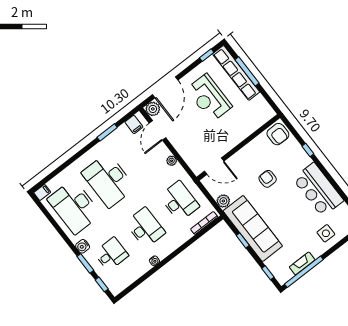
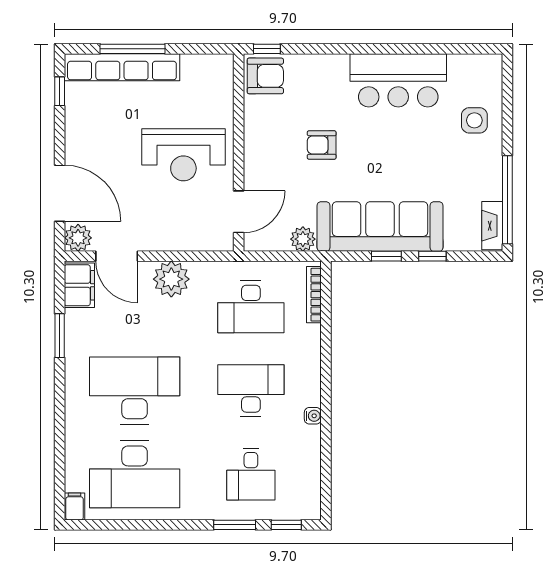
reception desk: (209, 98) -> (183, 155), moved
filing cabinet: (134, 124) -> (79, 285), width x2.00
window: (308, 150) -> (267, 49), moved
plant: (172, 161) -> (171, 279), width x1.87, depth x1.87
desk: (108, 180) -> (135, 391), turned 180
desk: (179, 201) -> (251, 307), turned 180
water cooler: (83, 246) -> (205, 509), removed
desk: (111, 254) -> (251, 474), turned 180
fireplace: (302, 263) -> (492, 226), moved
window: (268, 273) -> (432, 256), moved

